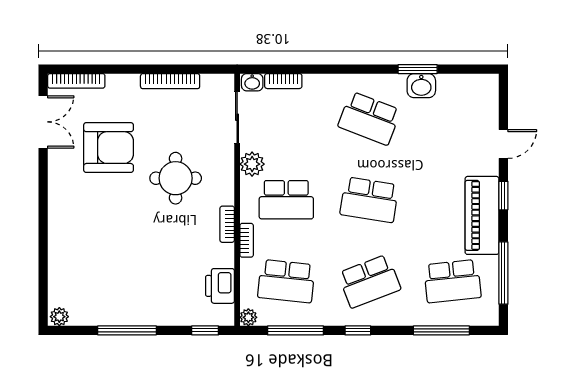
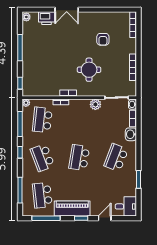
washbasin: (421, 86) -> (131, 134), moved
desk: (477, 97) -> (126, 206), added
double door: (43, 122) -> (67, 10), moved
door: (503, 144) -> (105, 218), swing flipped
armchair: (109, 148) -> (103, 39), width x0.53, depth x0.53
school desk: (286, 200) -> (79, 120), removed
printer: (220, 286) -> (46, 18), moved, turned 180

